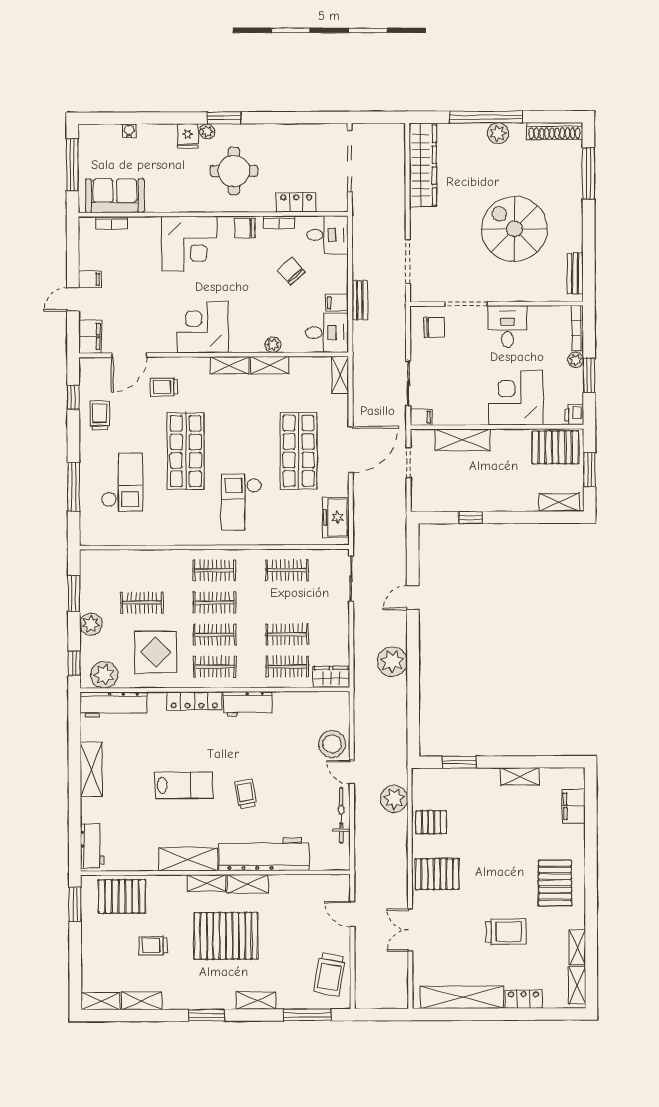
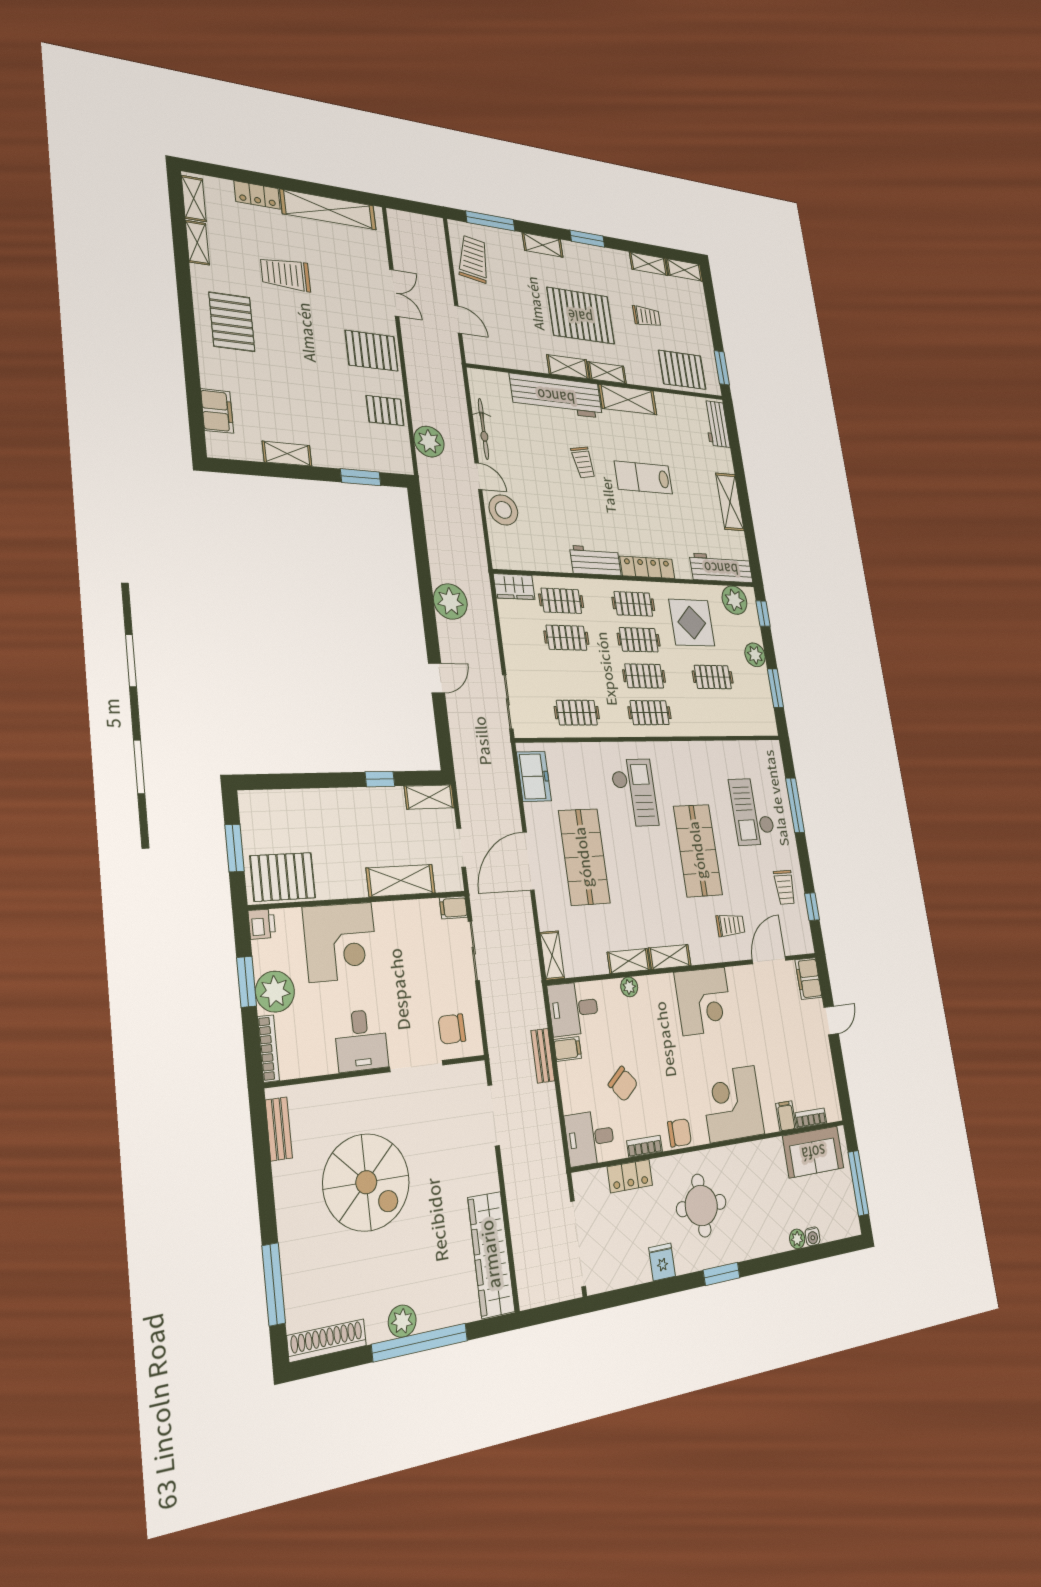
plant: (207, 131) -> (797, 1239), moved
fridge: (188, 136) -> (662, 1262), moved
filing cabinet: (90, 279) -> (786, 1116), moved, turned 90
plant: (576, 360) -> (275, 992), width x1.88, depth x1.88
shelving: (559, 502) -> (429, 797), moved

